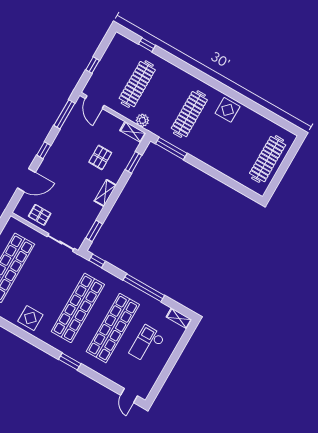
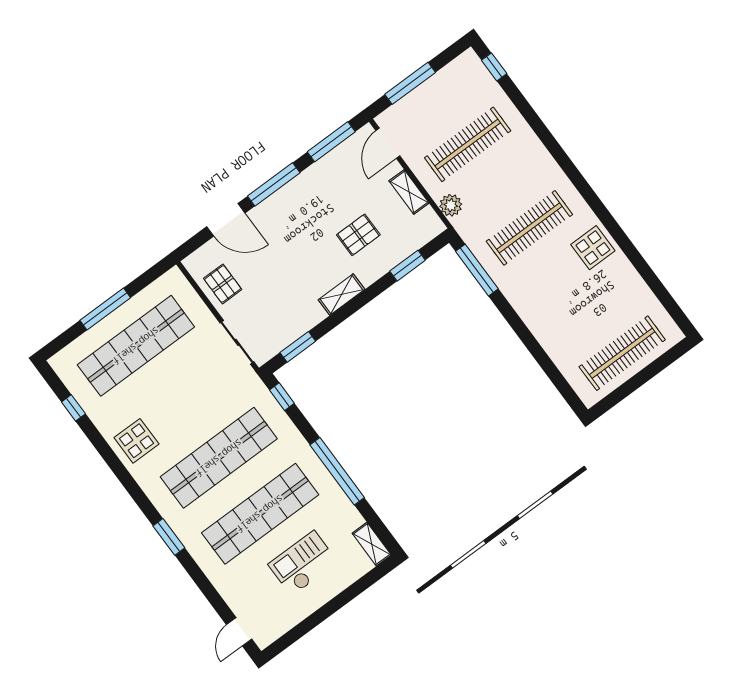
window: (147, 45) -> (494, 67), moved
window: (93, 65) -> (410, 83), width x2.17
shelving: (133, 132) -> (409, 192), moved
window: (44, 150) -> (274, 184), width x2.17

